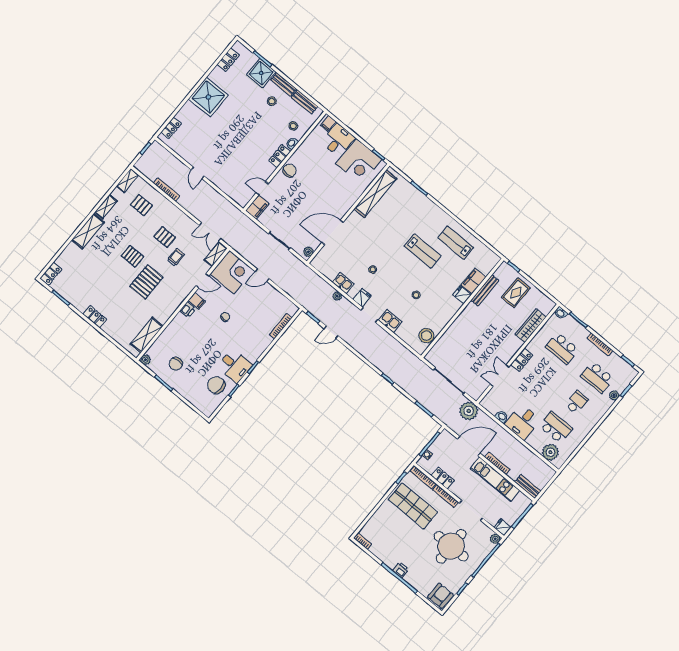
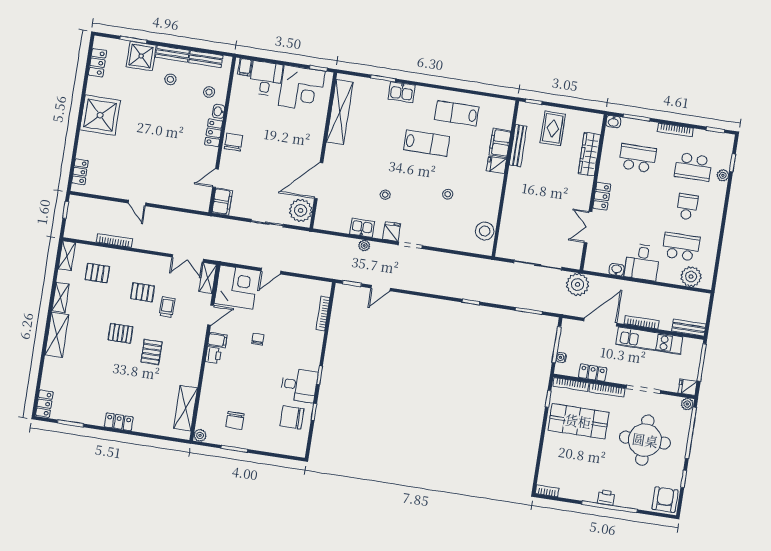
plant: (308, 252) -> (301, 210), width x1.87, depth x1.87
pallet: (146, 282) -> (151, 352), width x0.67, depth x0.71
kitchen sink: (390, 321) -> (402, 92), moved, turned 180
school desk: (562, 348) -> (637, 158), turned 180

